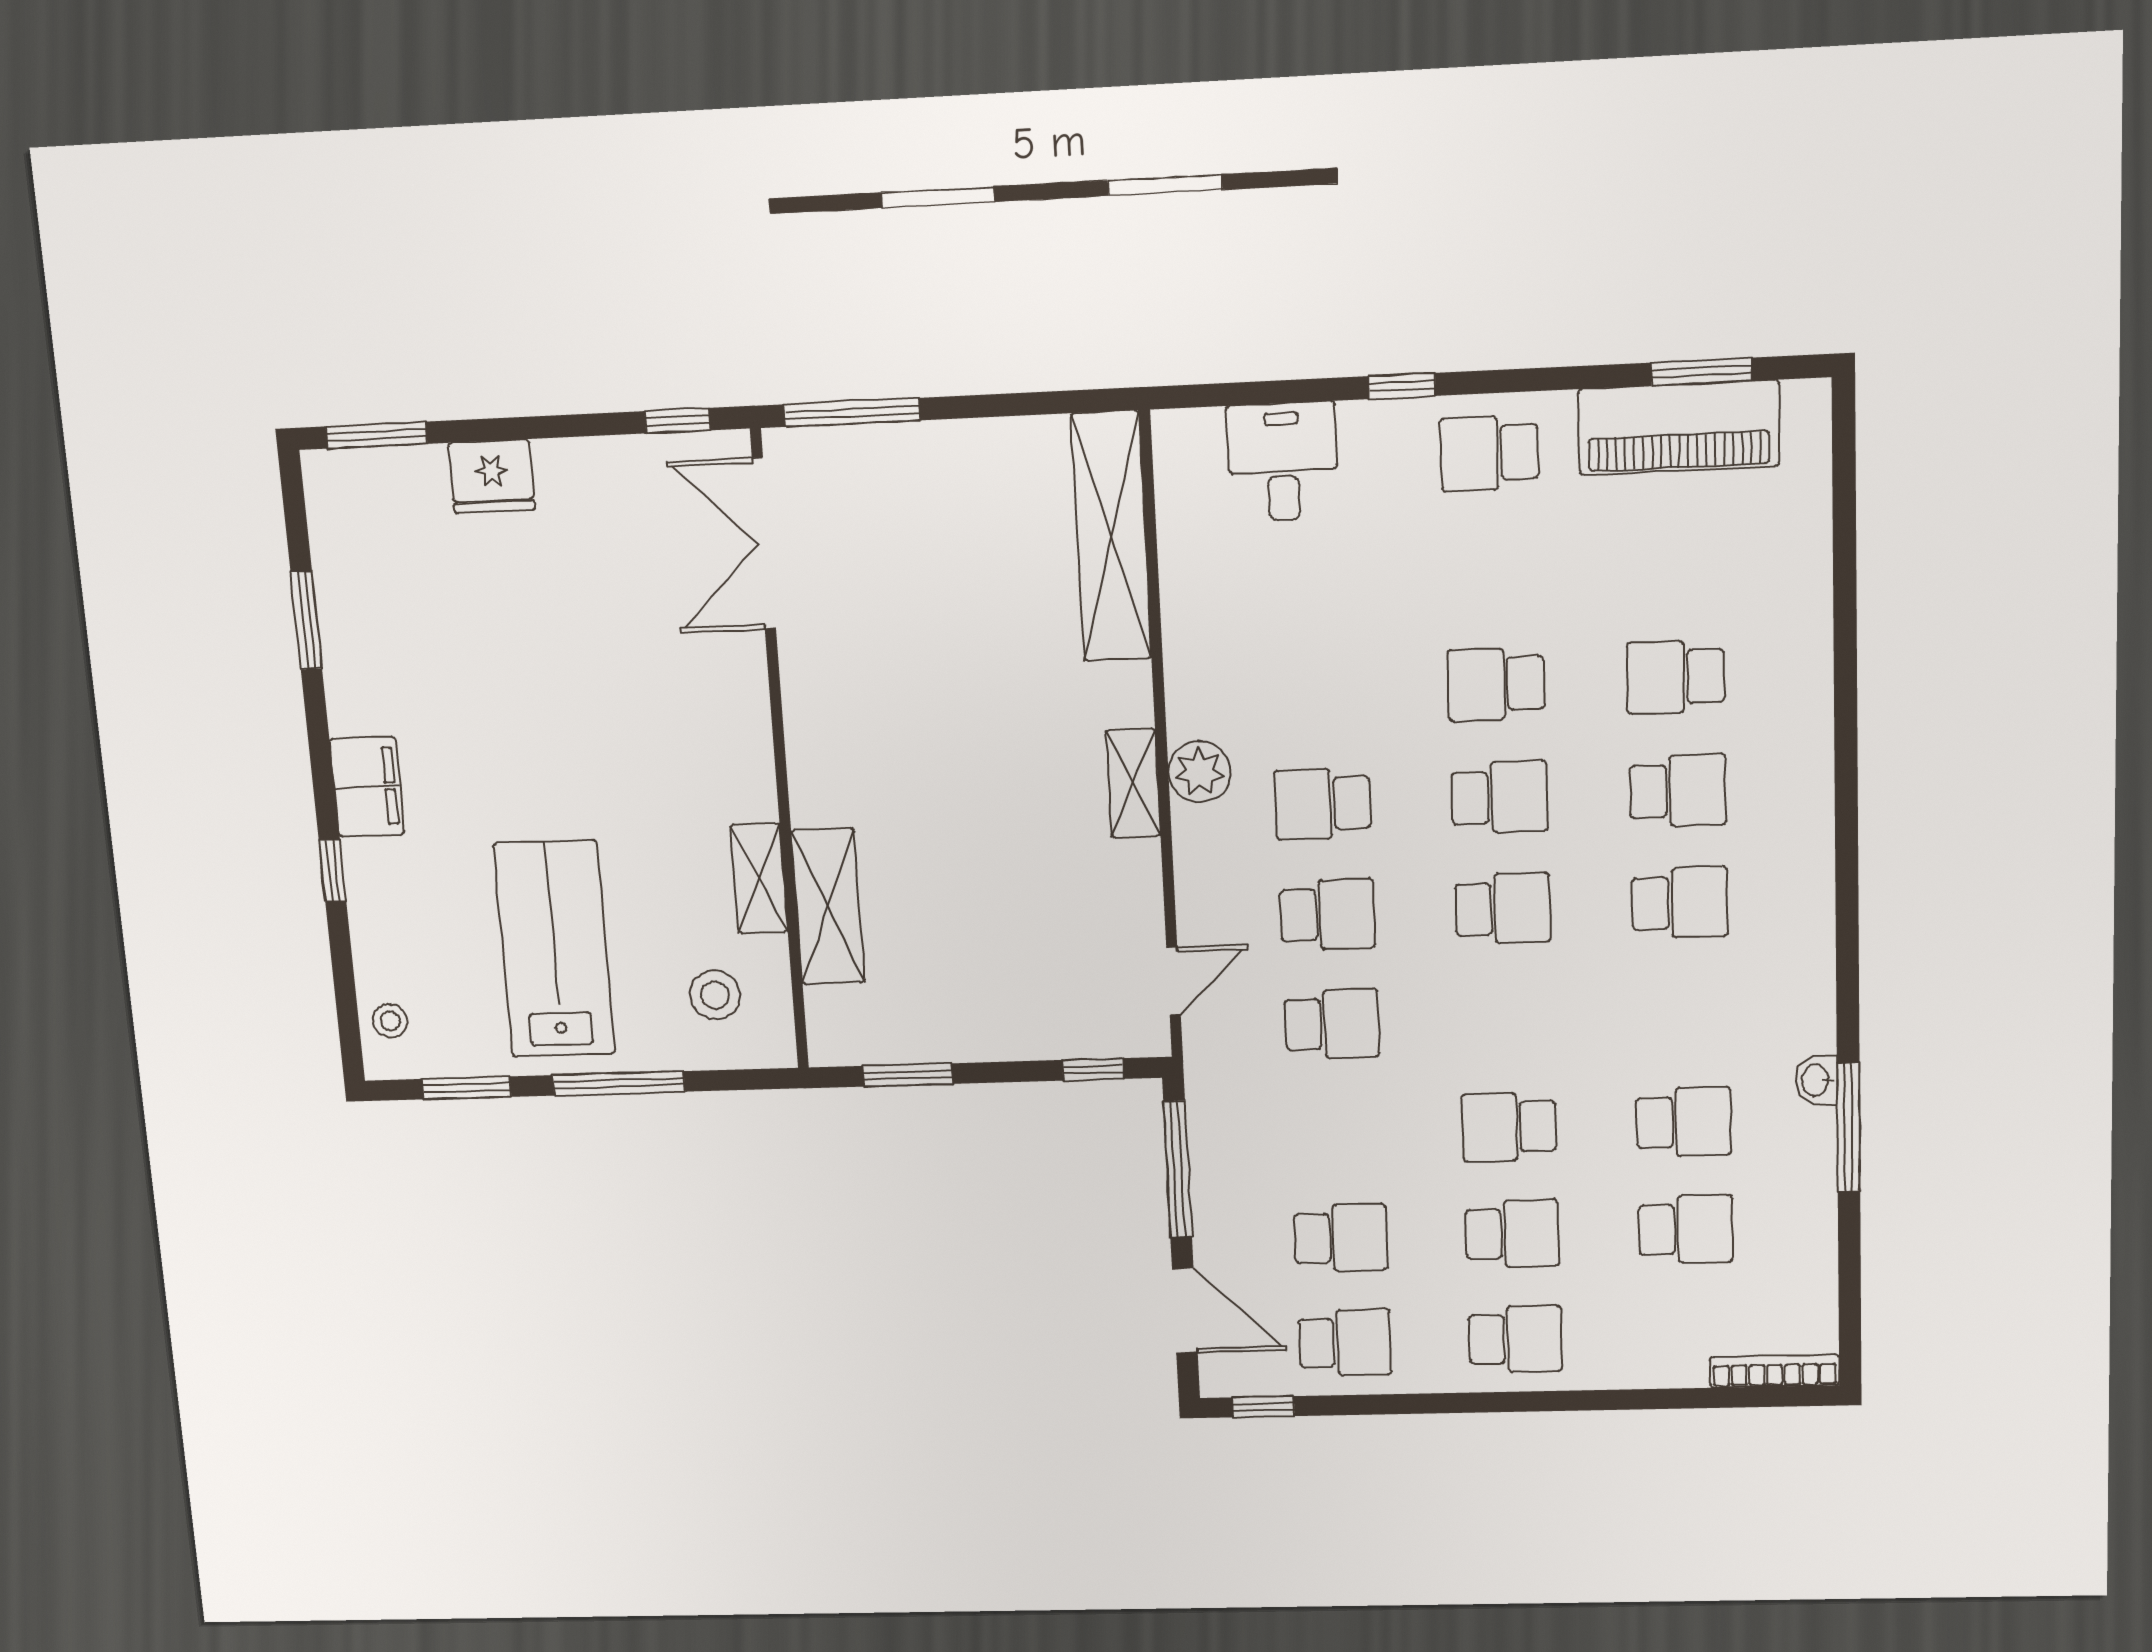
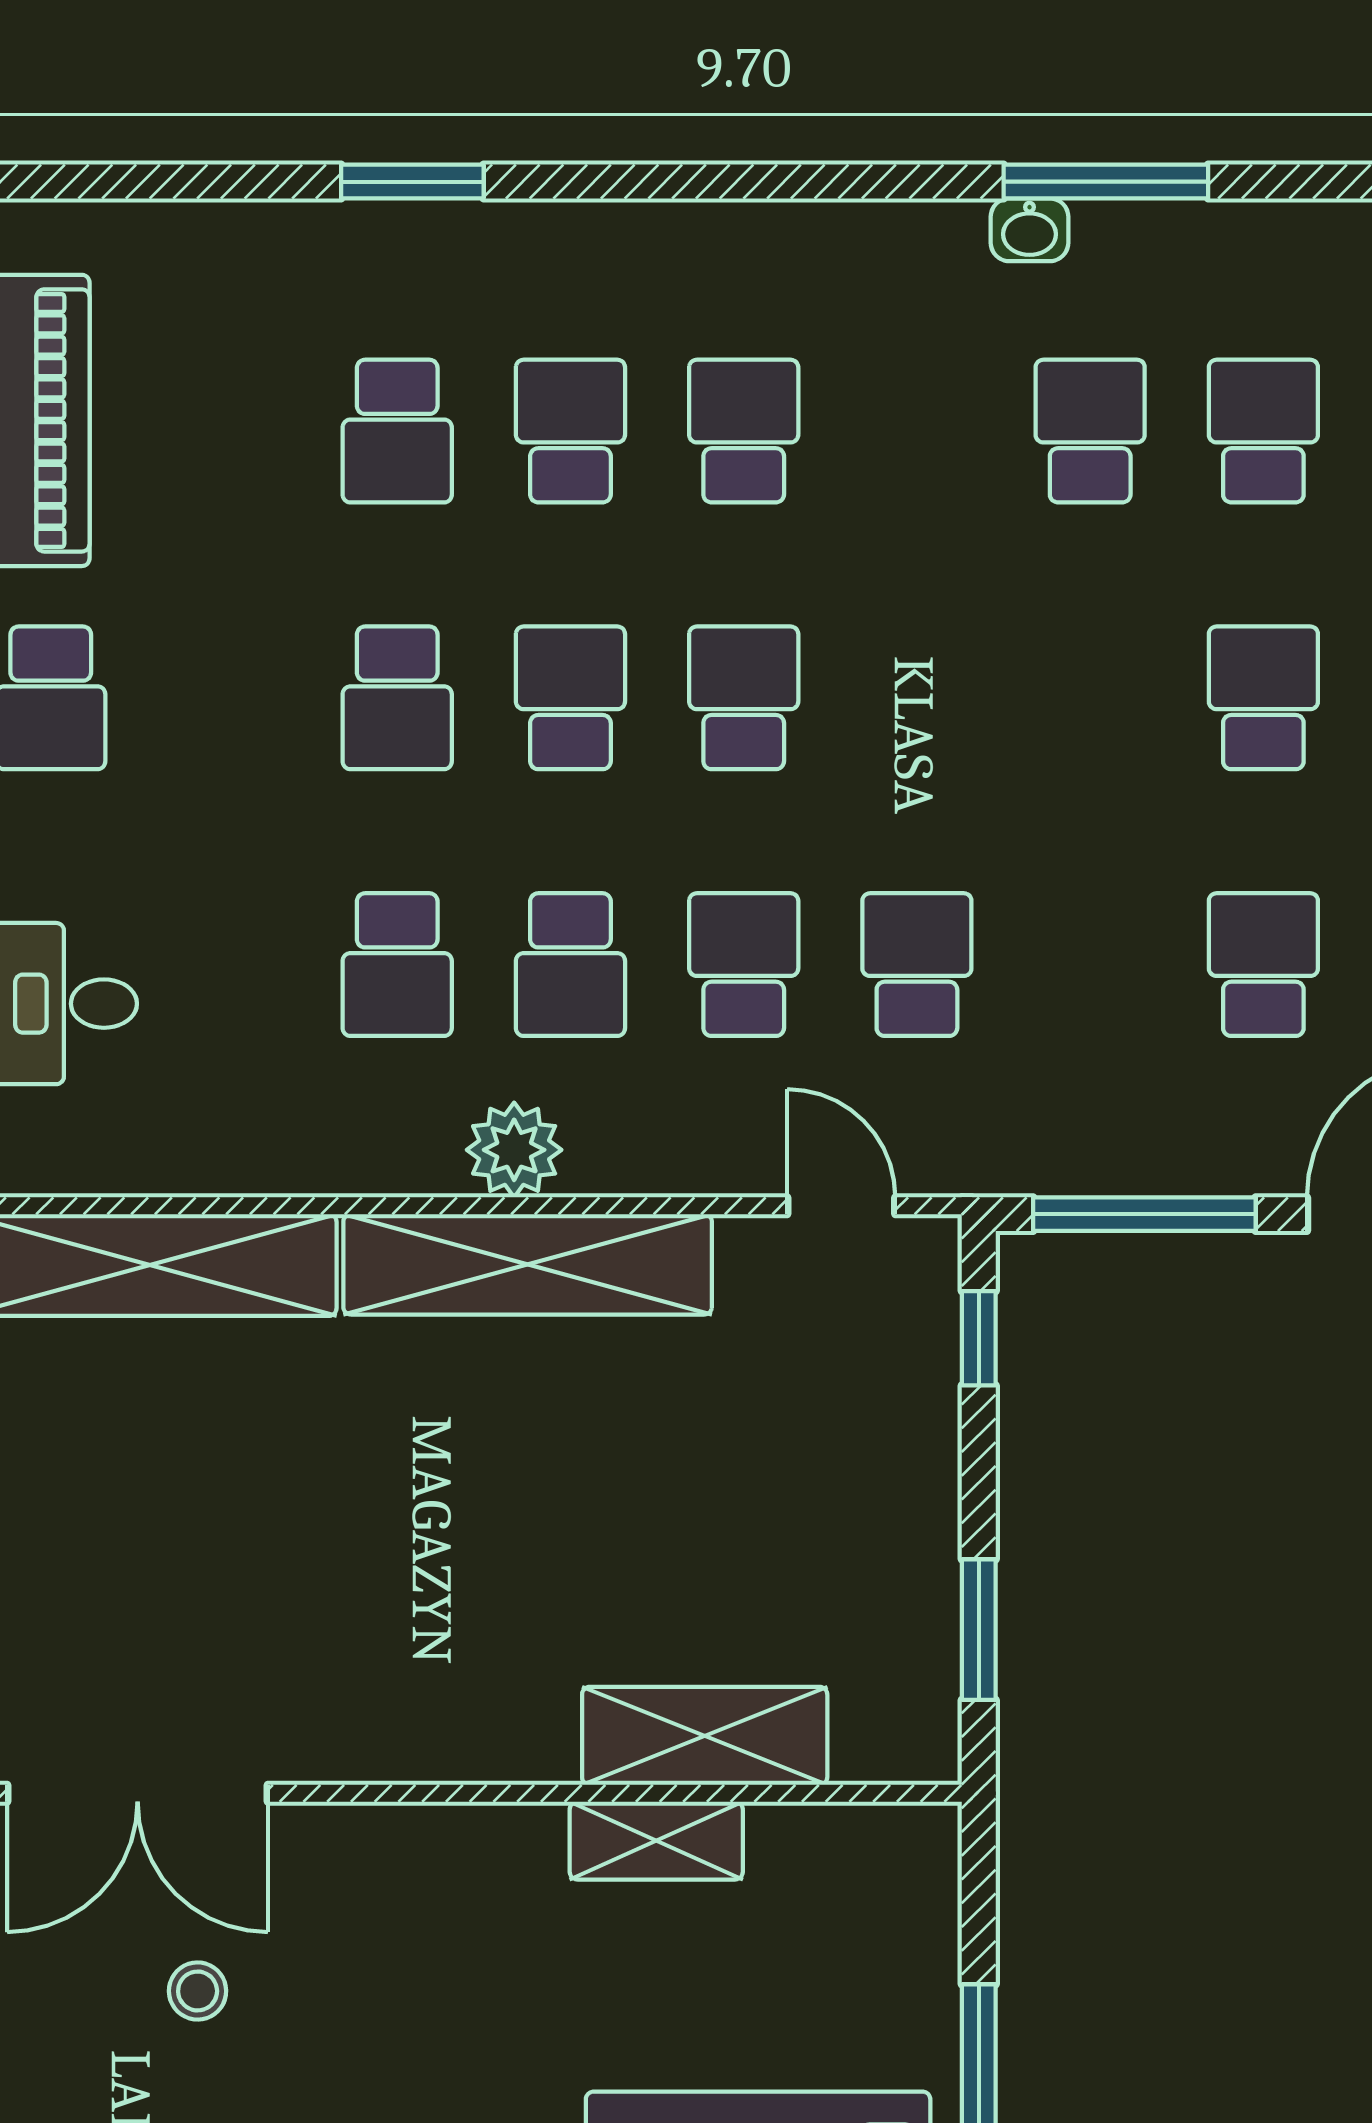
window: (1845, 680) -> (412, 182), added
shelving: (1133, 783) -> (528, 1264), width x2.20, depth x1.33
stool: (715, 995) -> (198, 1991), moved, width x0.73, depth x0.73
school desk: (1509, 1127) -> (397, 965), moved

